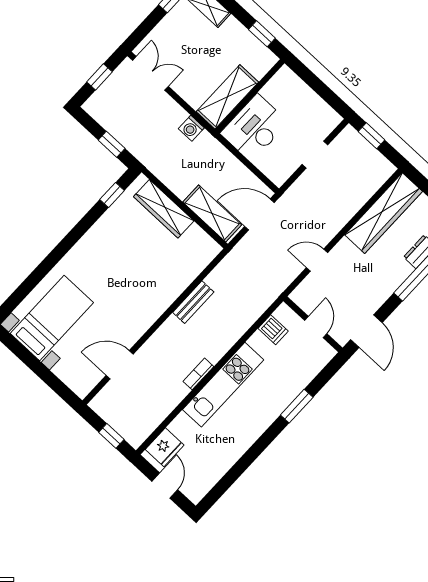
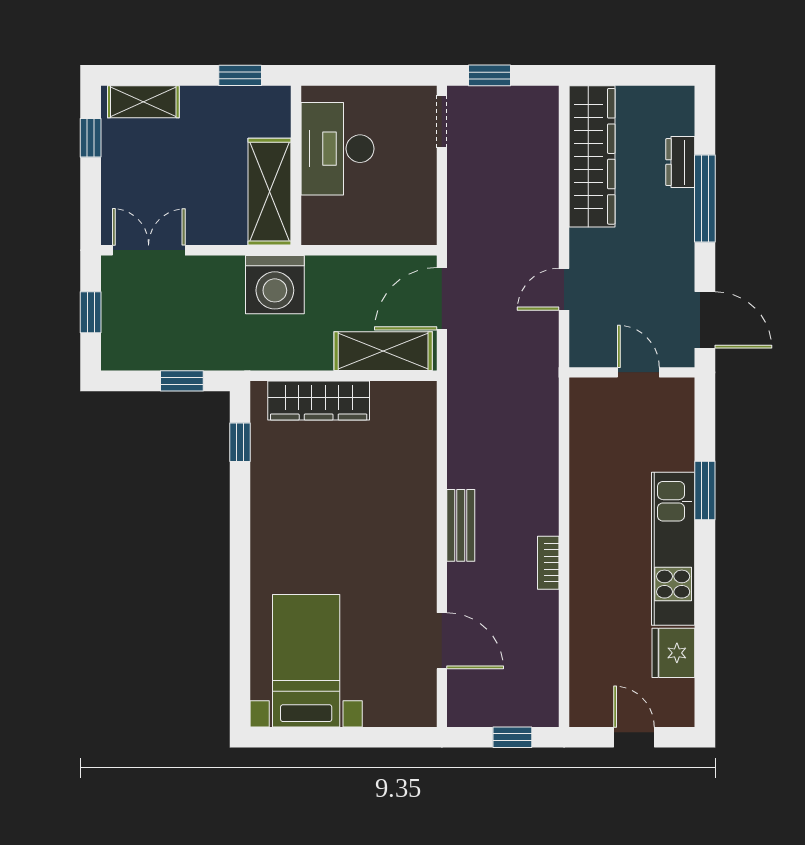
washing machine: (191, 128) -> (275, 285), width x1.89, depth x1.89
desk: (254, 128) -> (337, 149), moved
doorway: (315, 155) -> (442, 121), moved
bench: (193, 302) -> (461, 525), moved
dishwasher: (273, 330) -> (589, 424), removed
door: (120, 365) -> (442, 641), swing flipped
kitchen unit: (223, 385) -> (673, 549), moved, turned 180
fridge: (165, 447) -> (673, 653), moved, turned 180

